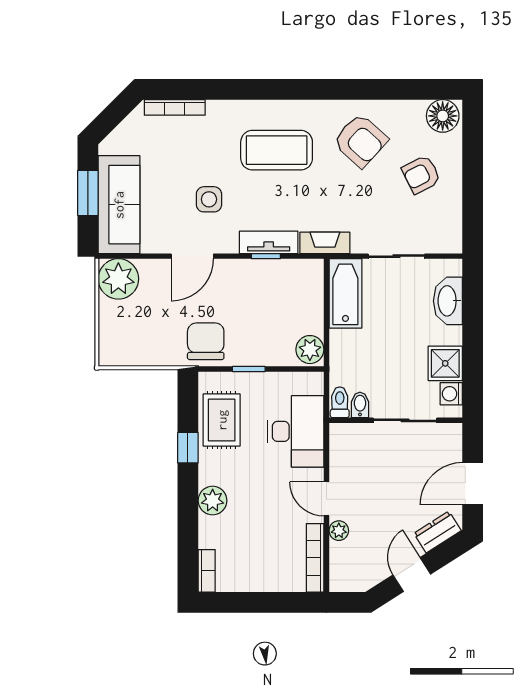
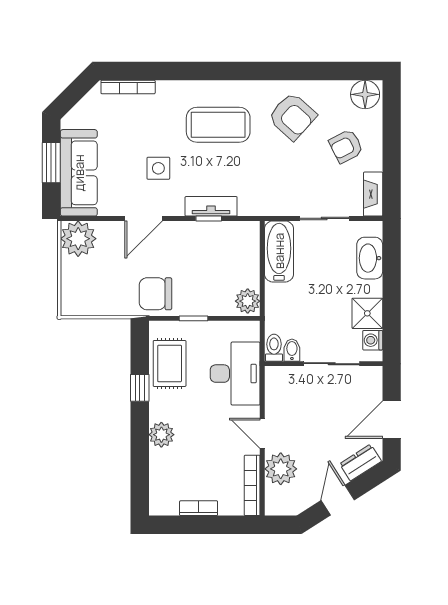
fireplace: (325, 243) -> (373, 194), moved, turned -90
chair: (206, 341) -> (155, 294), turned -90
plant: (339, 531) -> (281, 469), width x1.88, depth x1.88
bookcase: (207, 571) -> (199, 508), moved, turned -90

